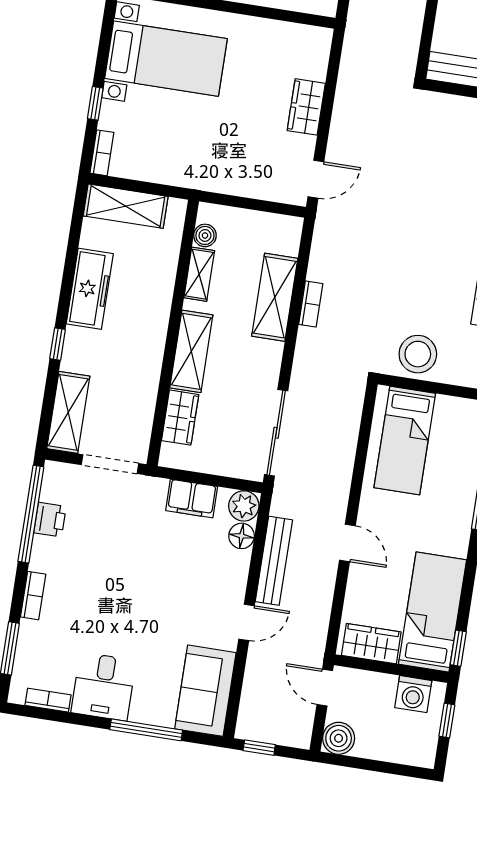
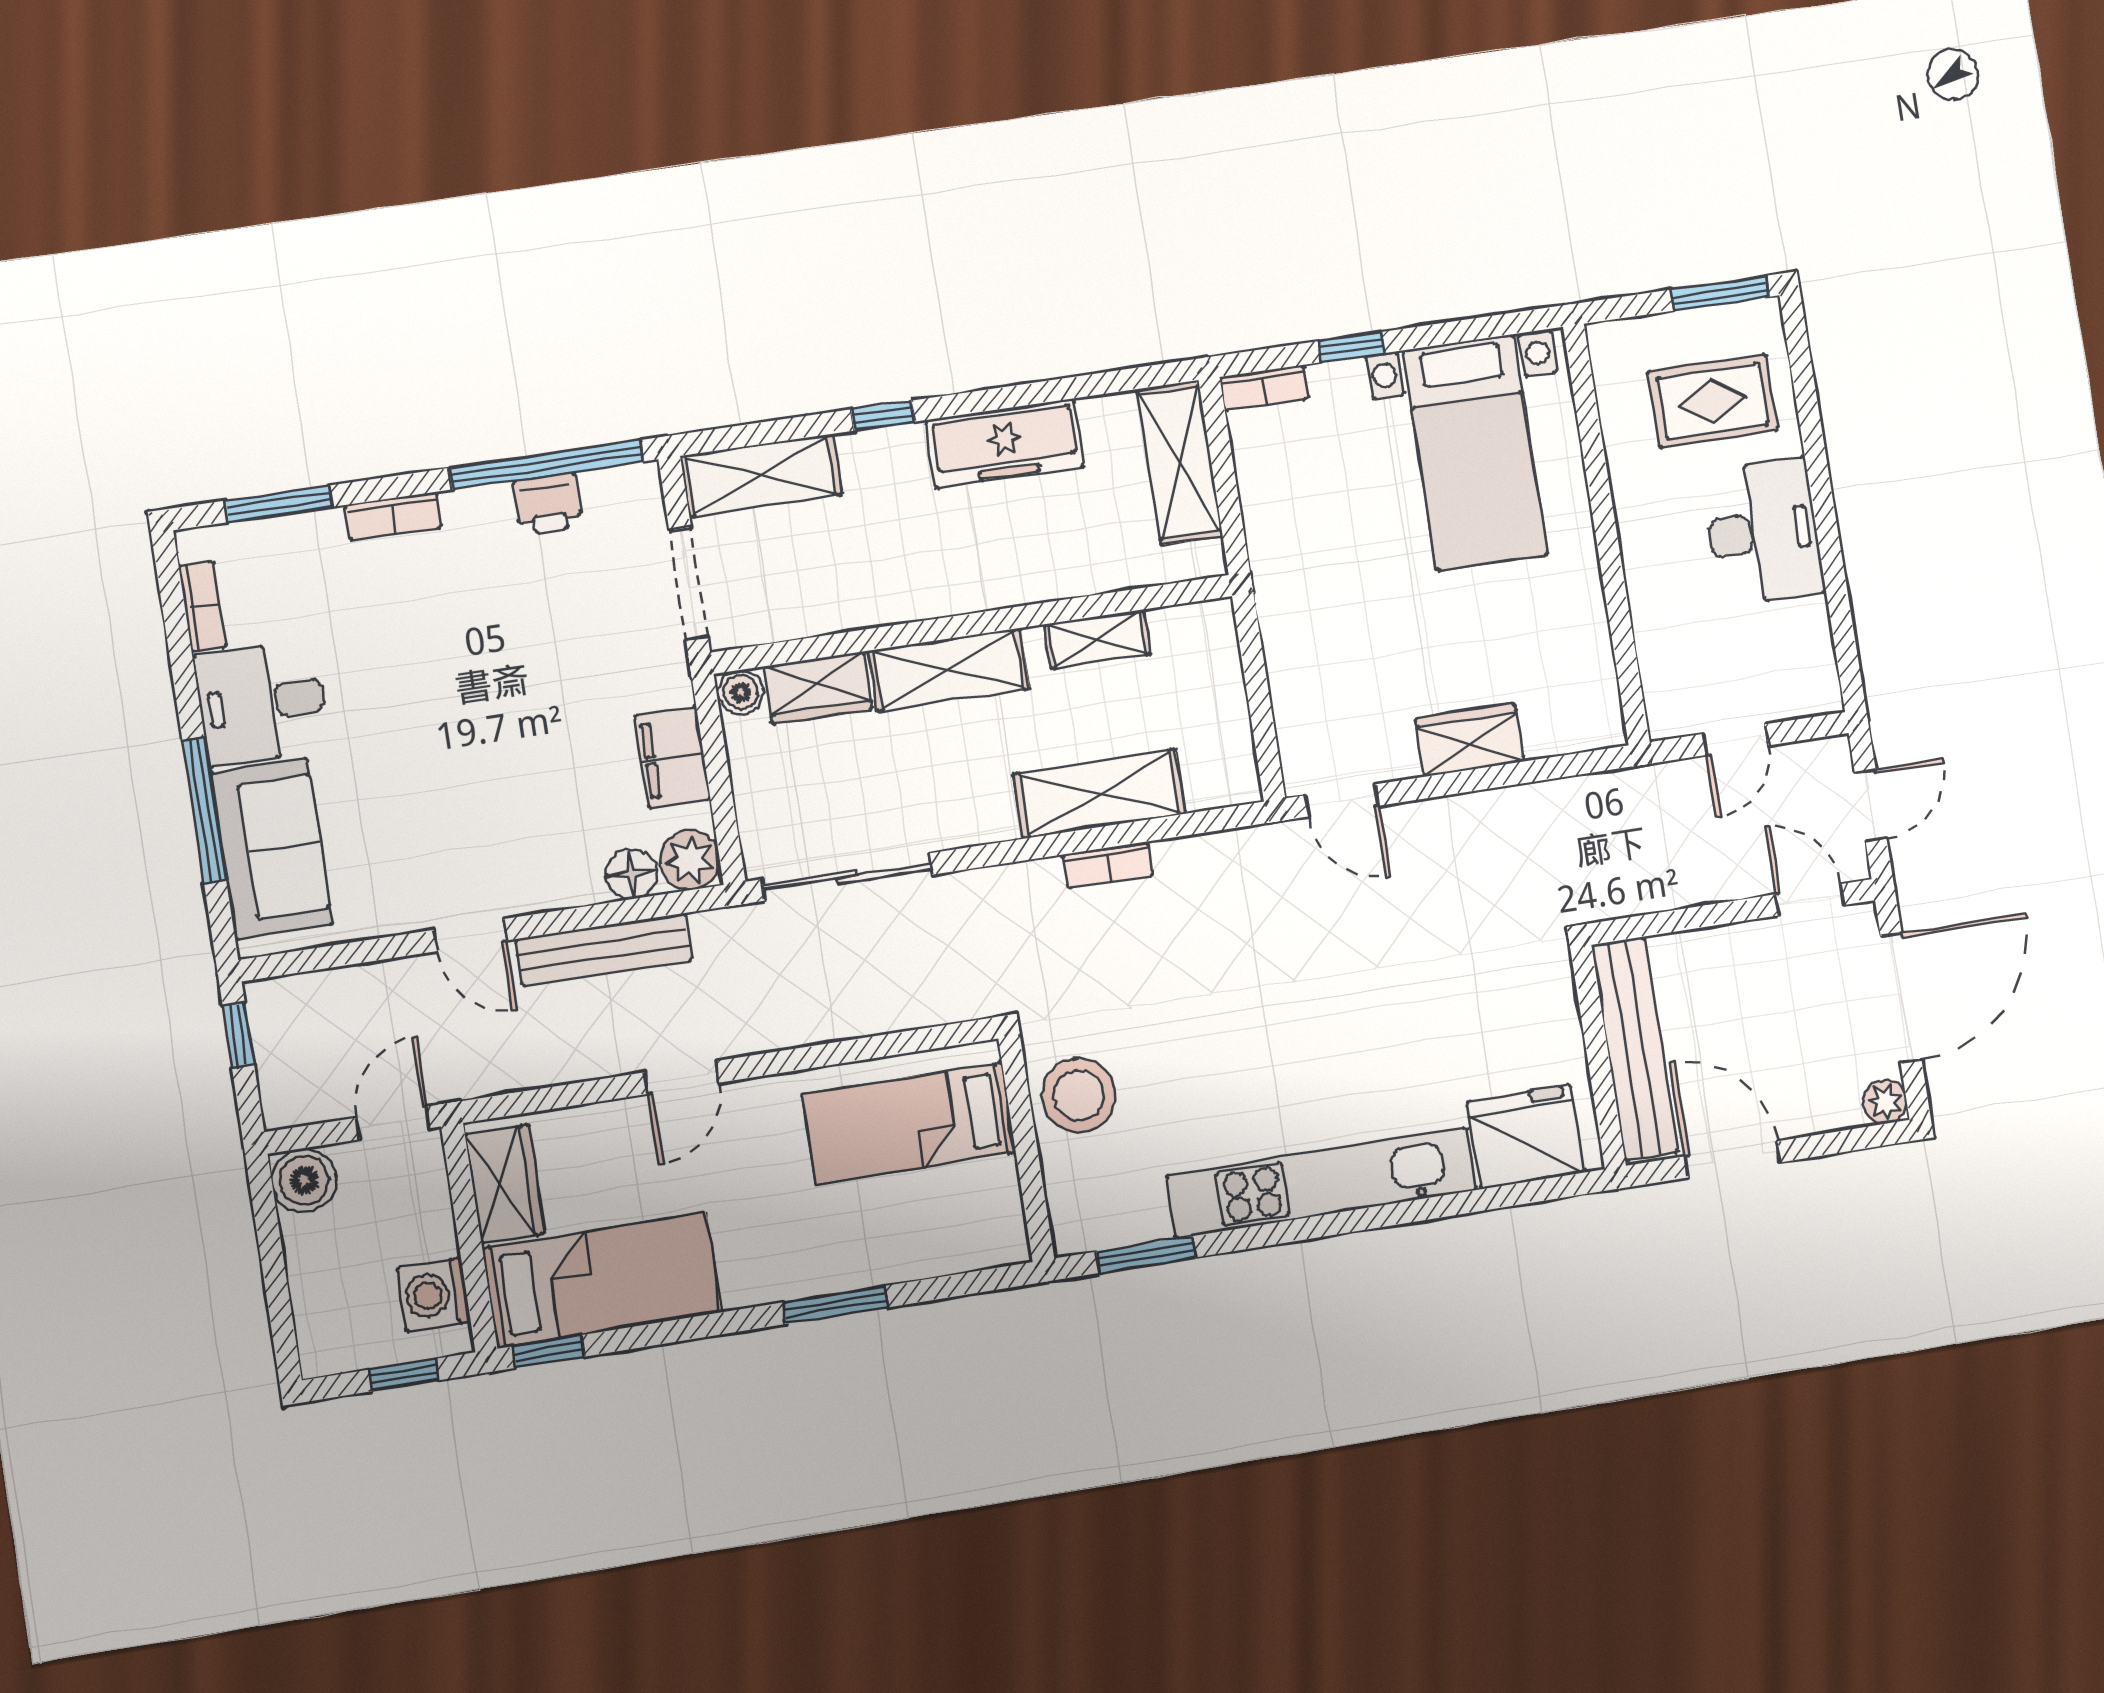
boiler: (205, 235) -> (741, 692), moved
sofa: (205, 691) -> (271, 849), moved, turned 90

